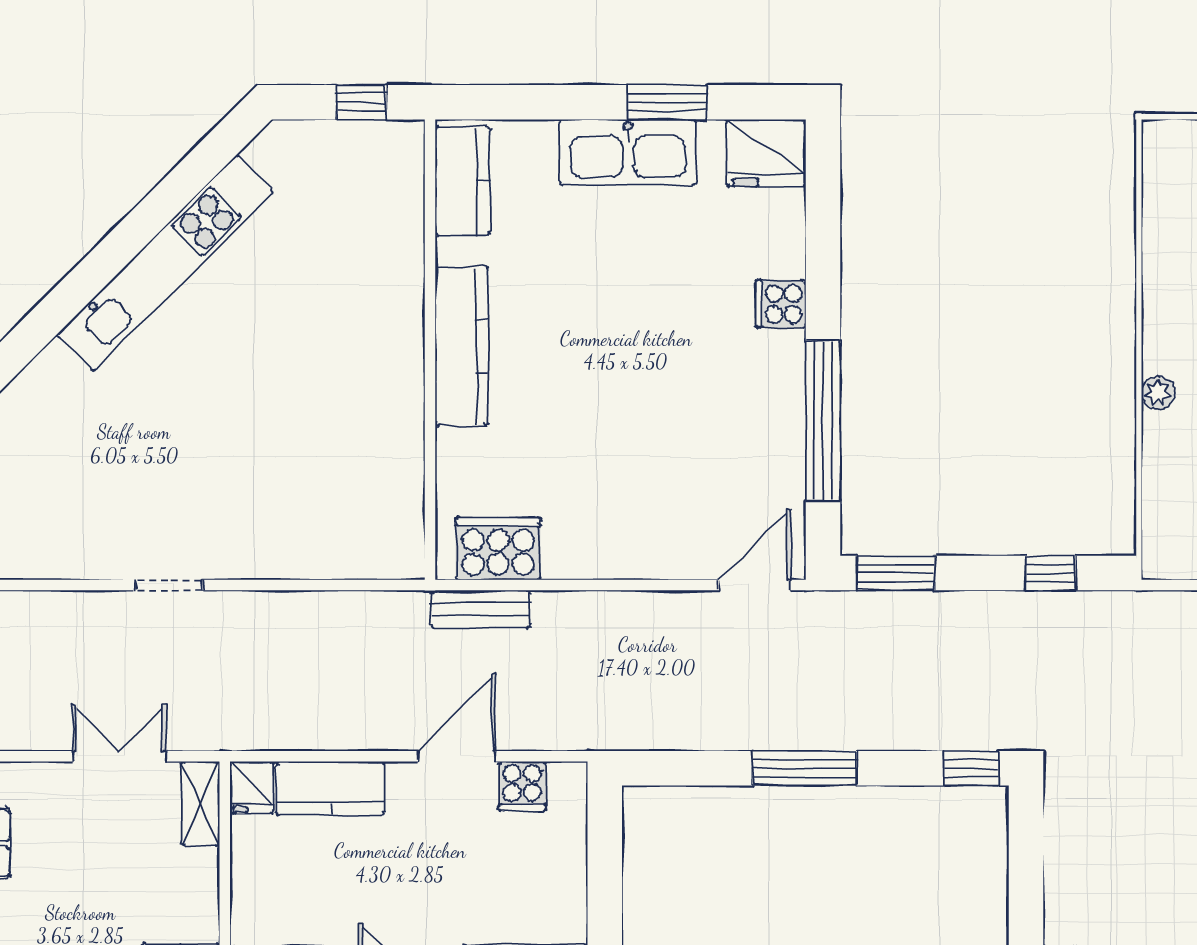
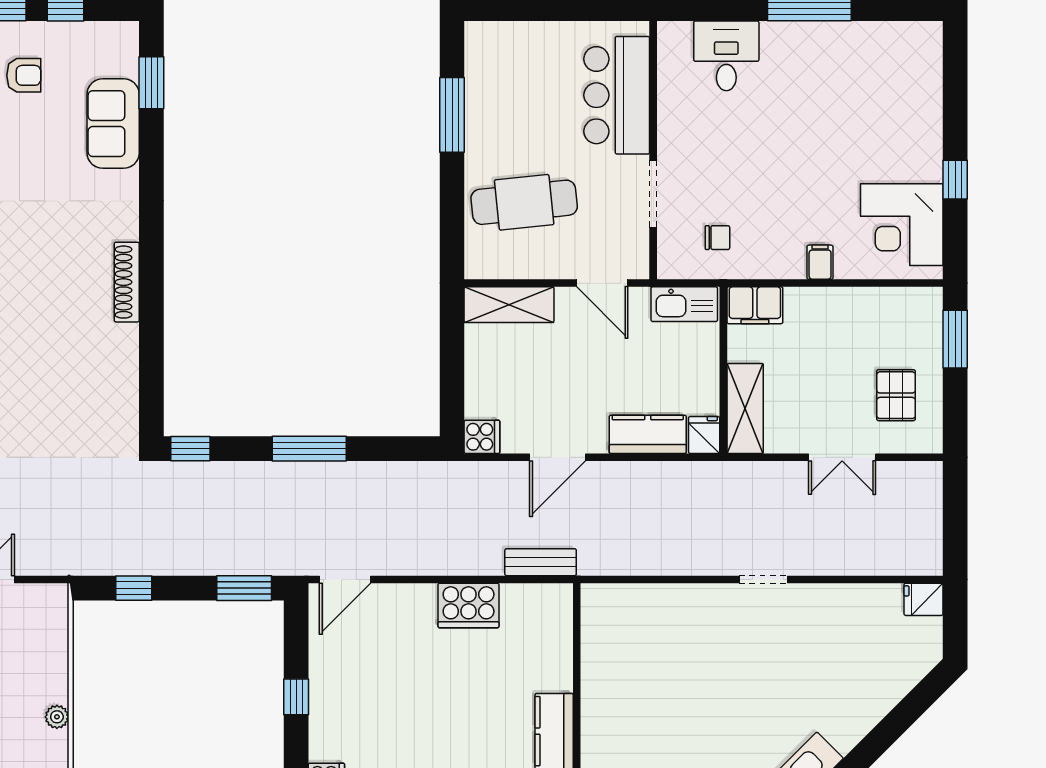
window: (823, 421) -> (296, 697), width x0.32
cooker: (498, 548) -> (469, 606), moved
double door: (119, 756) -> (842, 457), moved
cooker: (522, 786) -> (482, 437), moved, turned 90
shelving: (201, 803) -> (745, 408), width x1.50, depth x1.33

